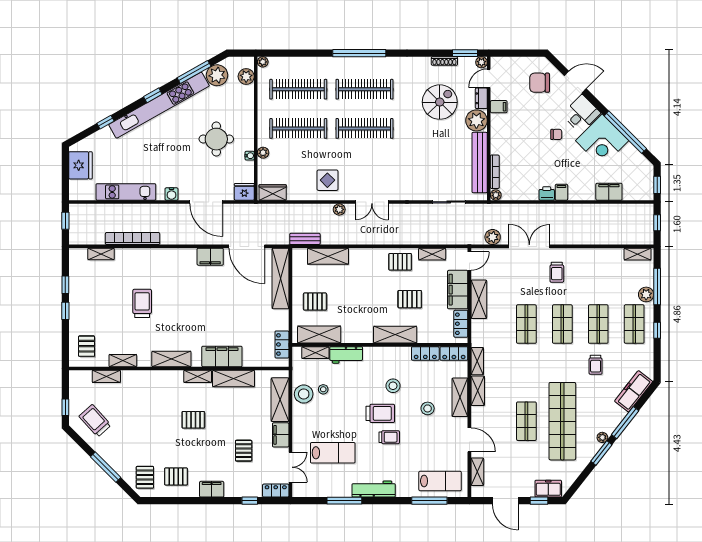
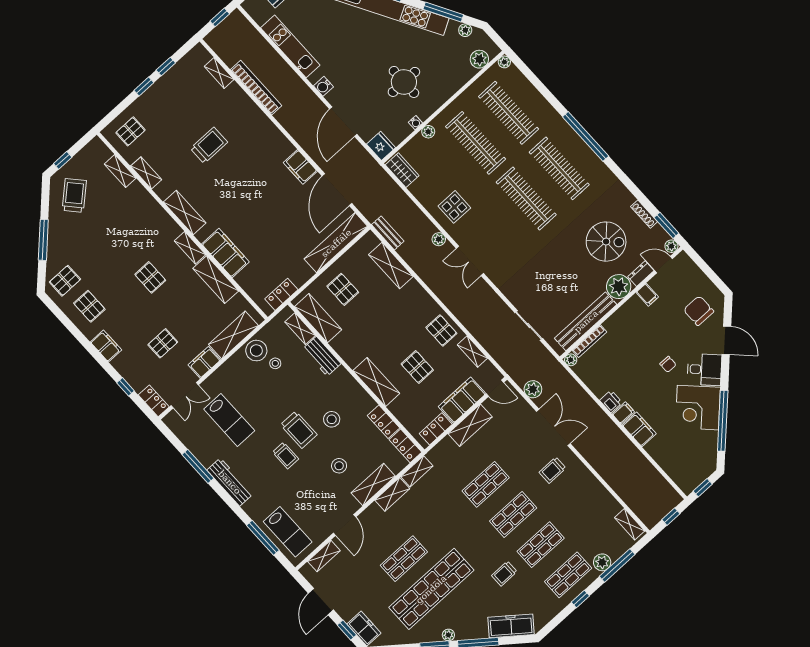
plant: (217, 75) -> (465, 30), width x0.53, depth x0.53
filing cabinet: (609, 192) -> (639, 429), moved

